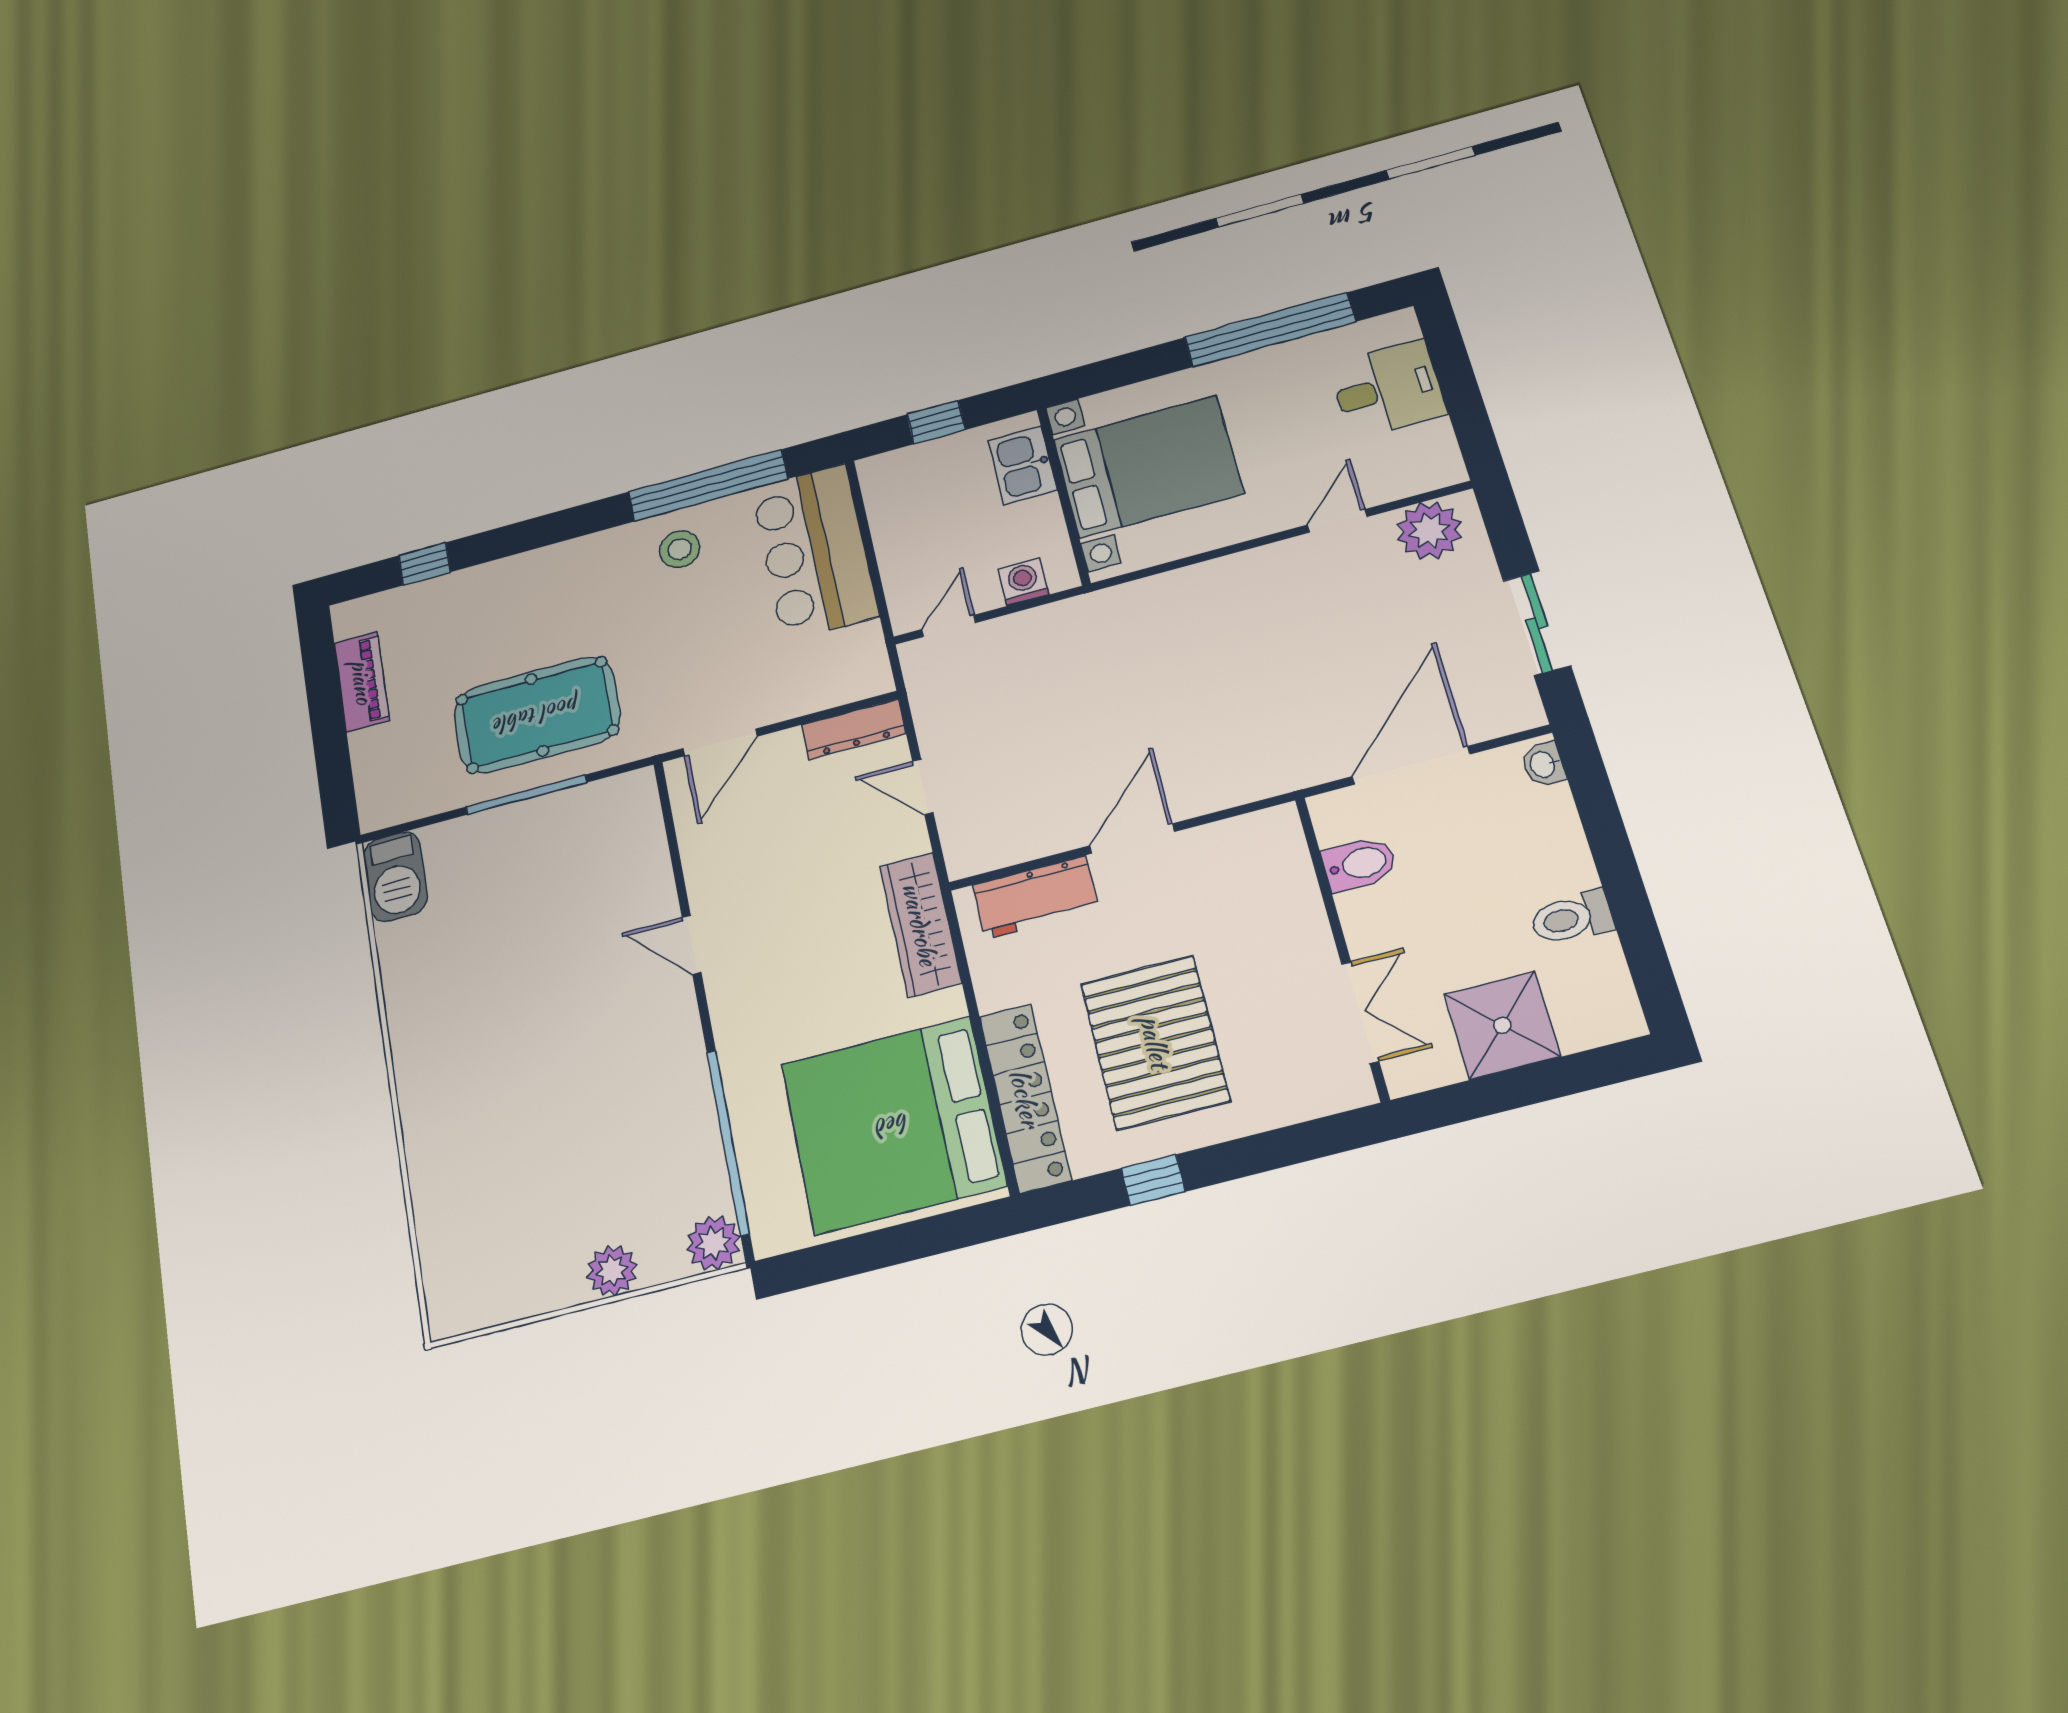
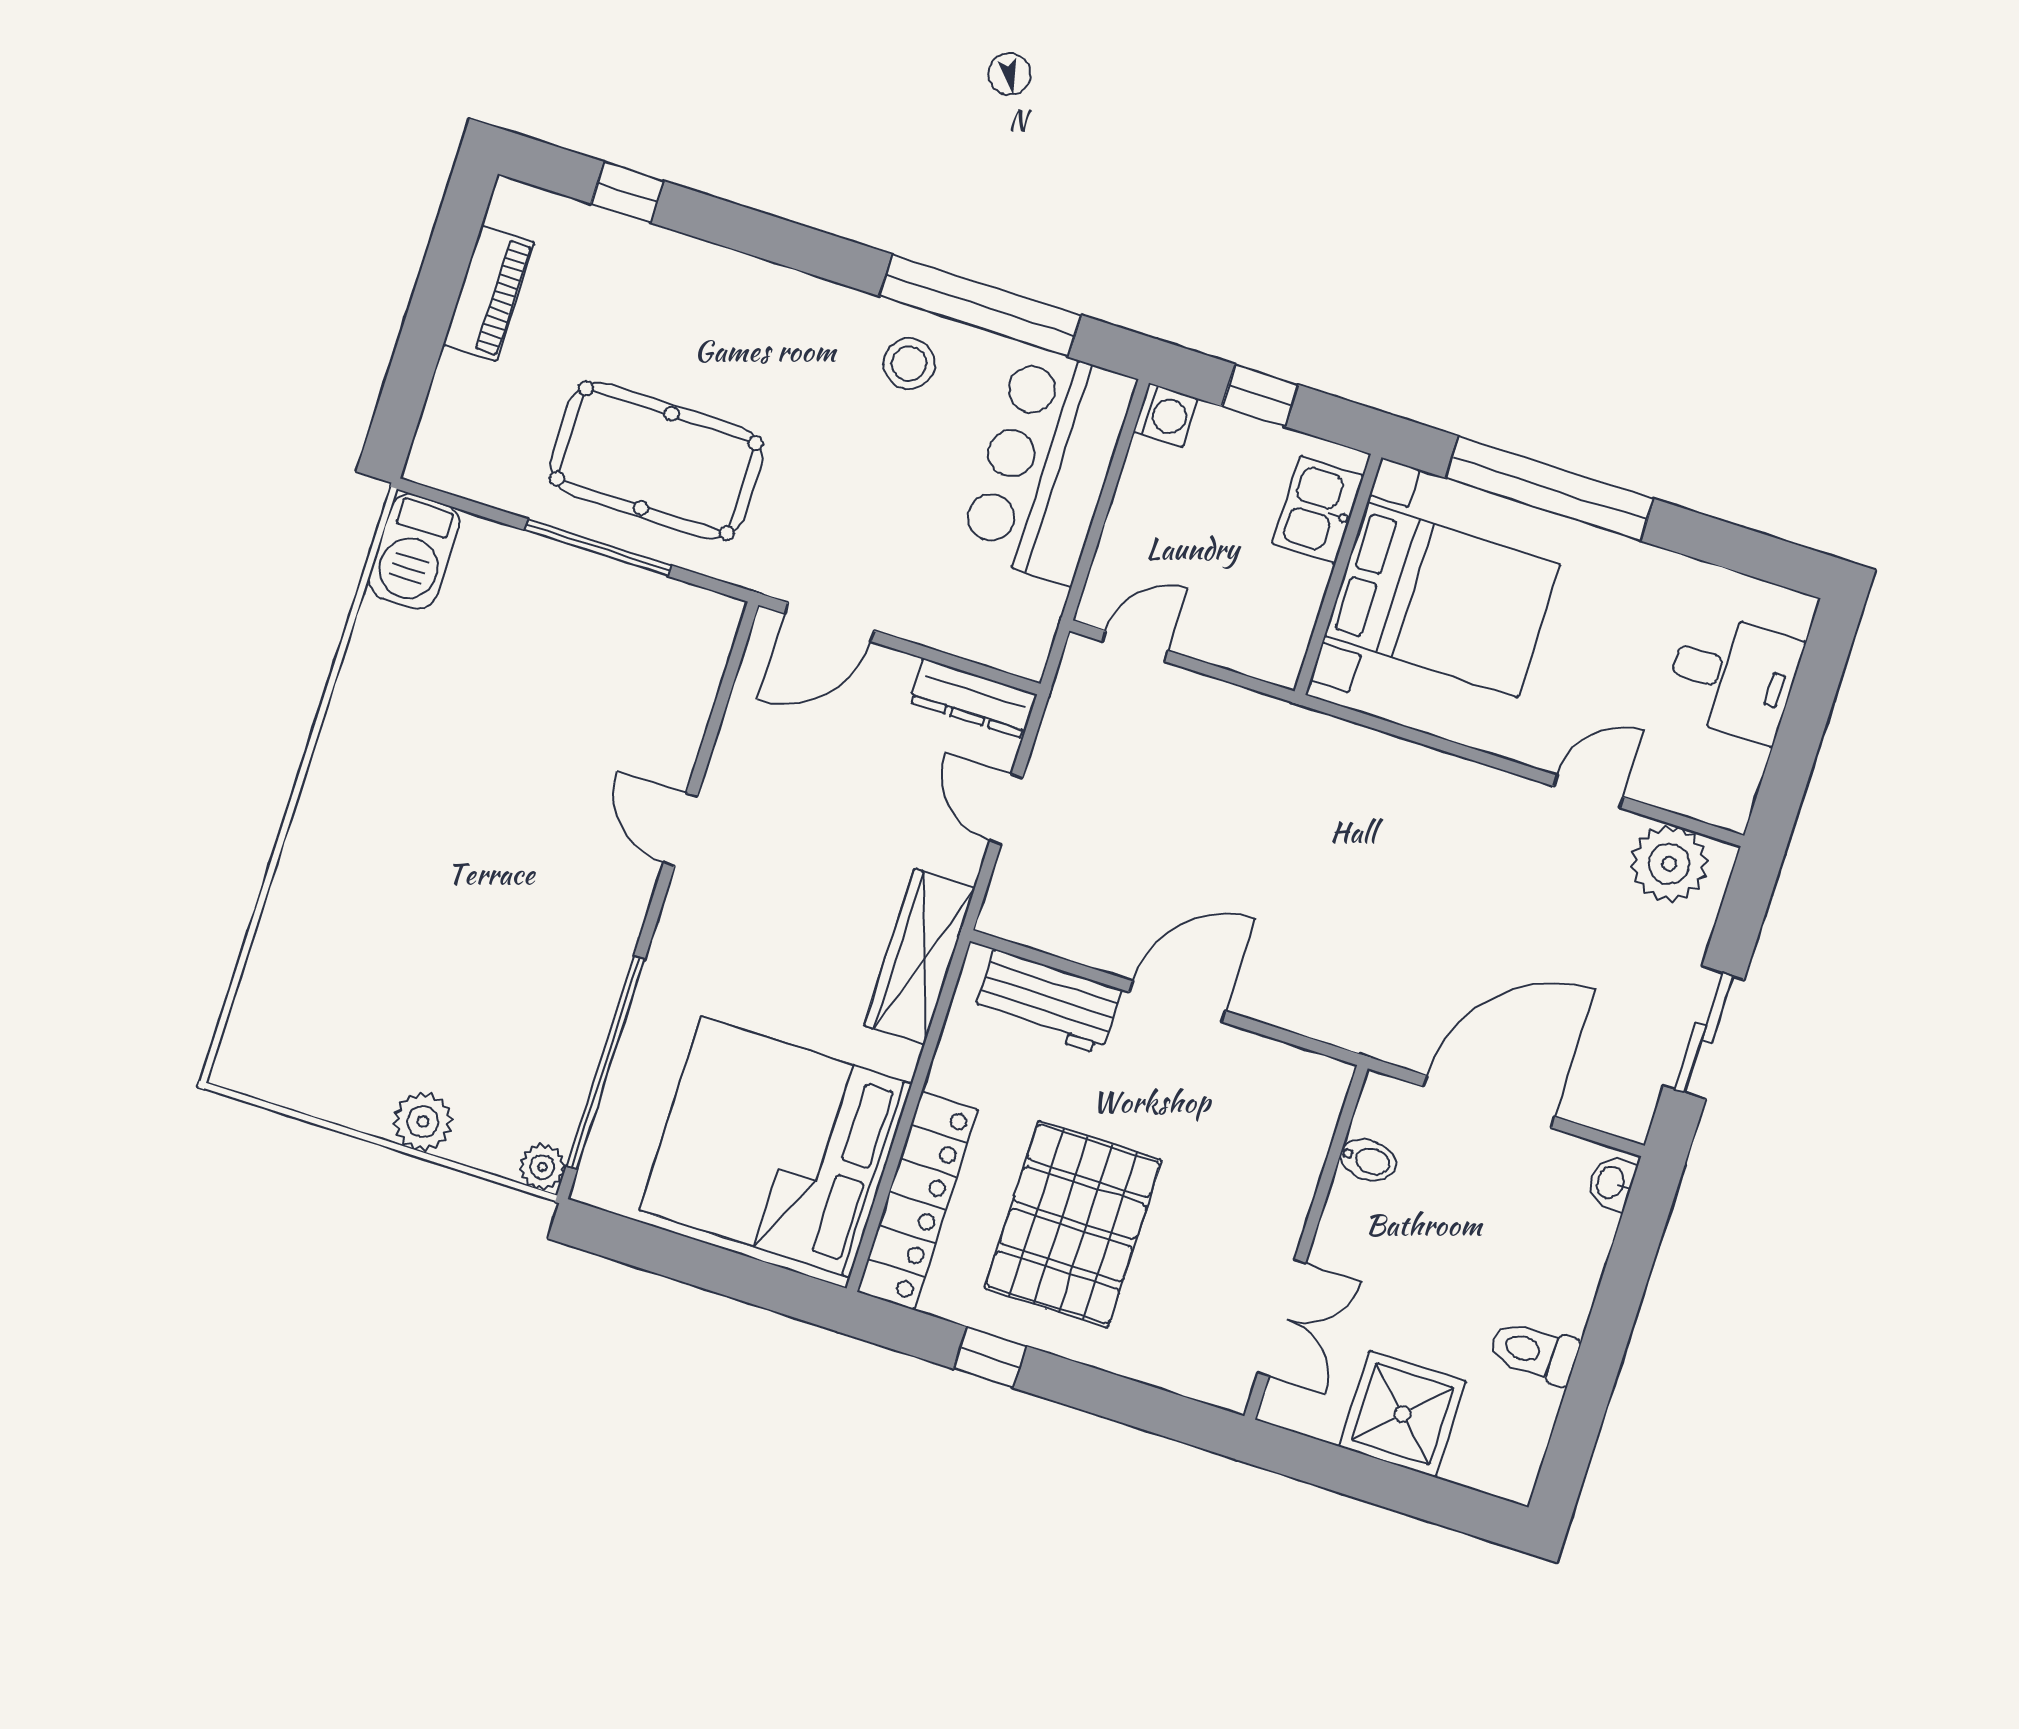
window: (1270, 330) -> (1550, 488), moved
washing machine: (1023, 582) -> (1166, 415), moved, turned 90
bidet: (1359, 864) -> (1368, 1160), width x0.72, depth x0.74
plant: (713, 1243) -> (542, 1167), width x0.73, depth x0.73

